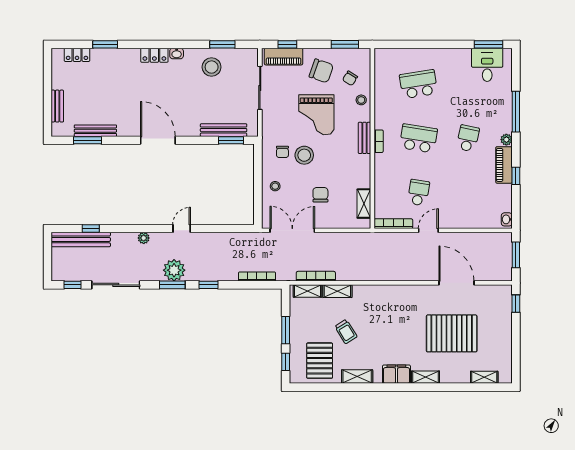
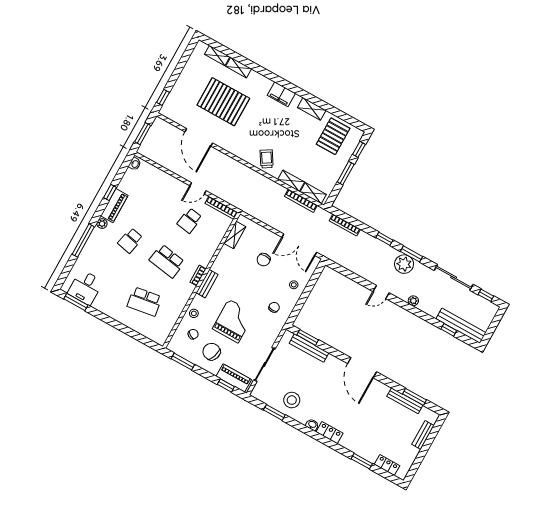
stool: (304, 155) -> (259, 296), removed
trolley: (346, 332) -> (267, 159), moved
shelving: (426, 377) -> (239, 68), moved

